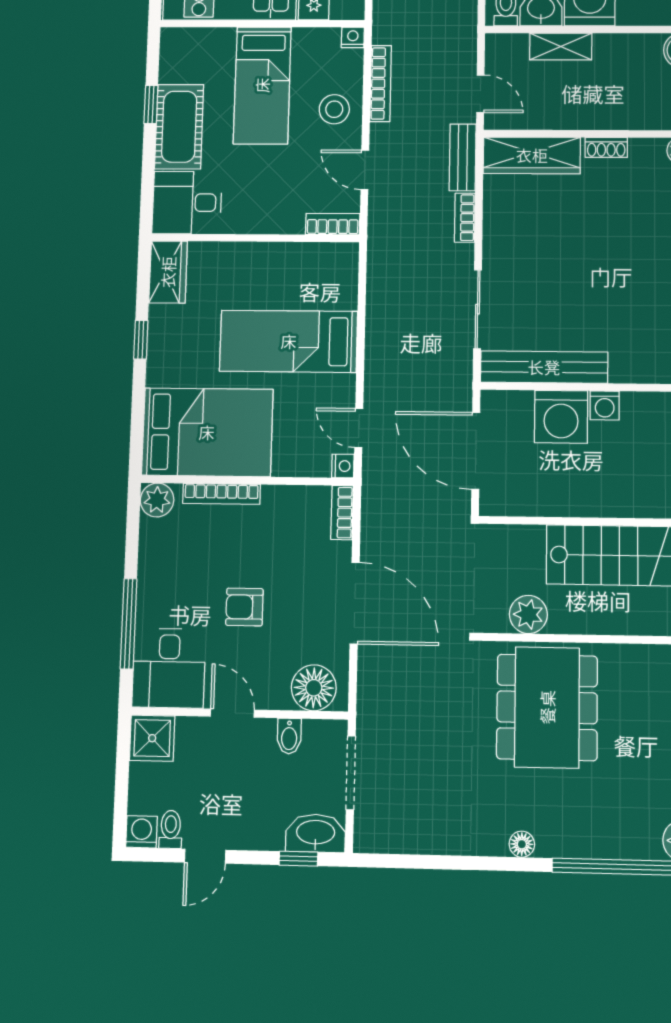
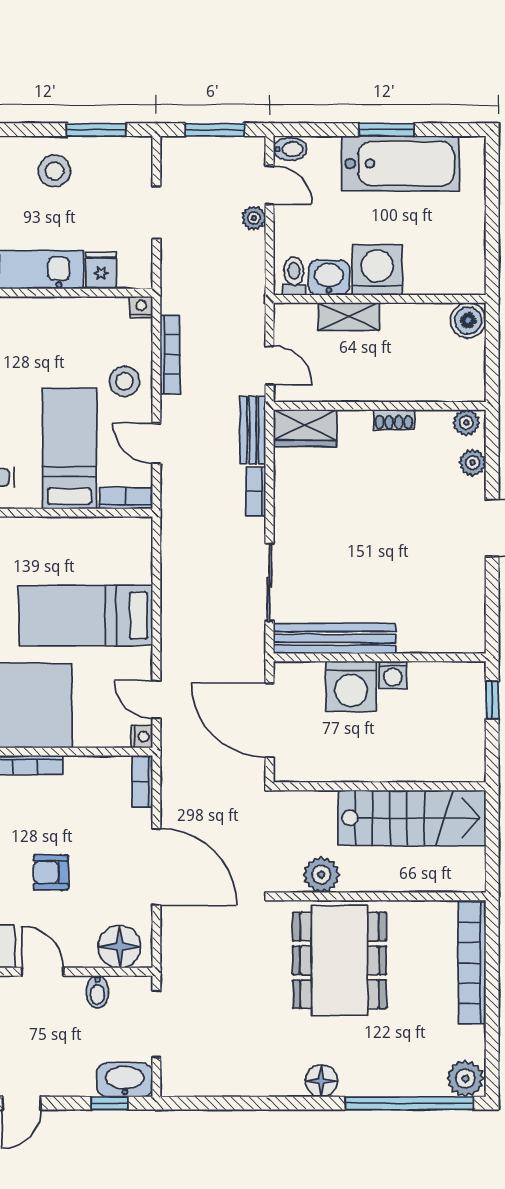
bed: (262, 85) -> (69, 448), moved, turned 180
wardrobe: (532, 155) -> (305, 428), width x0.67
floor lamp: (522, 844) -> (321, 1081), width x1.37, depth x1.37

